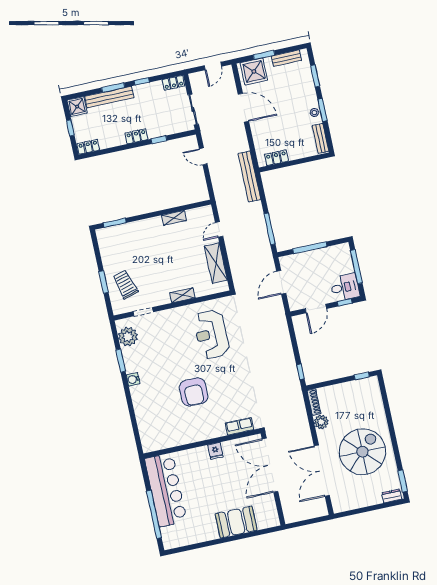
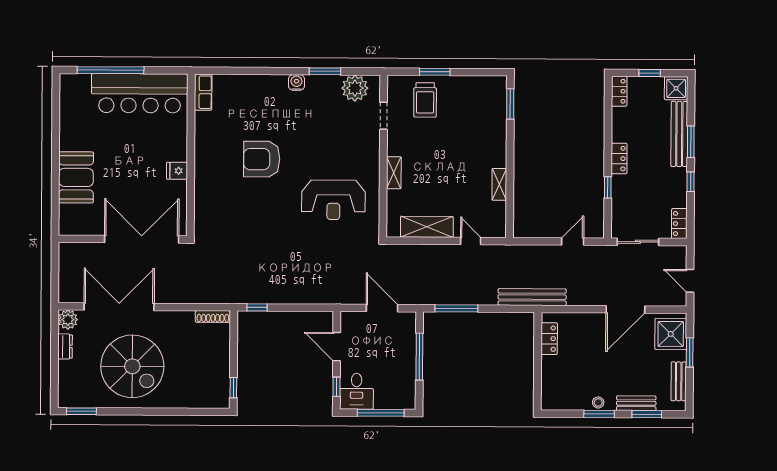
bench: (320, 138) -> (636, 403), moved
trolley: (125, 284) -> (425, 100), turned 106
reception desk: (211, 334) -> (333, 200), turned 180
plant: (321, 422) -> (68, 320), moved
row of seats: (239, 426) -> (203, 92), moved
dresser: (392, 496) -> (65, 346), moved

